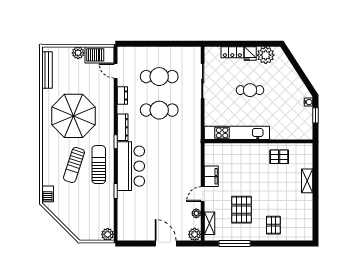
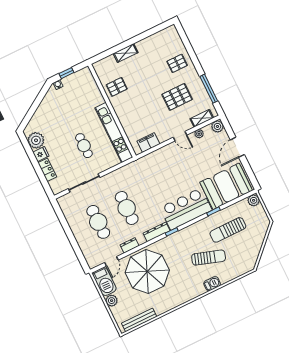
cafe table: (250, 90) -> (84, 146), moved
parasol: (73, 116) -> (147, 271), moved
pallet: (279, 157) -> (117, 87), turned 90
sun lounger: (99, 165) -> (228, 230), moved
filing cabinet: (211, 176) -> (148, 143), moved
barbecue: (48, 194) -> (212, 284), moved
booth: (134, 215) -> (226, 186), added

